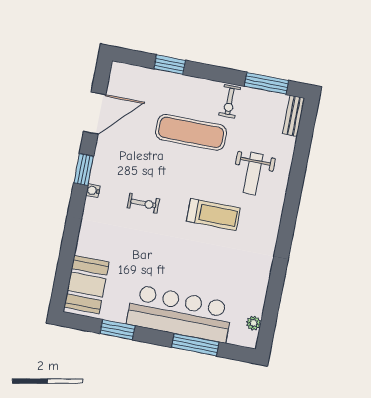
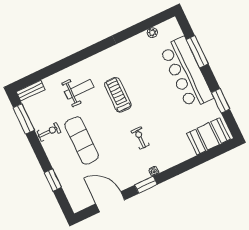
plant: (254, 323) -> (152, 33), moved

